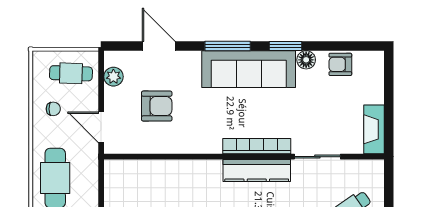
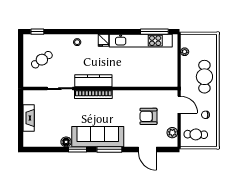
armchair: (340, 64) -> (47, 139), removed
fireplace: (374, 129) -> (29, 118), moved

